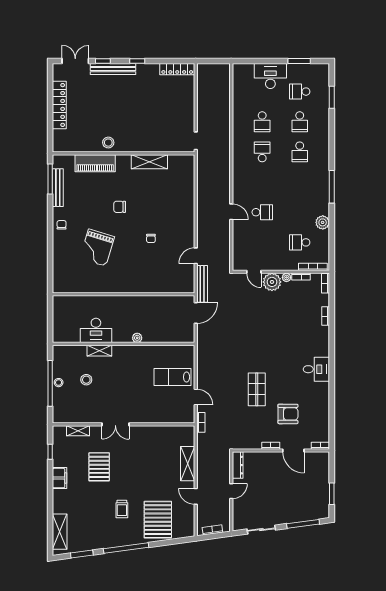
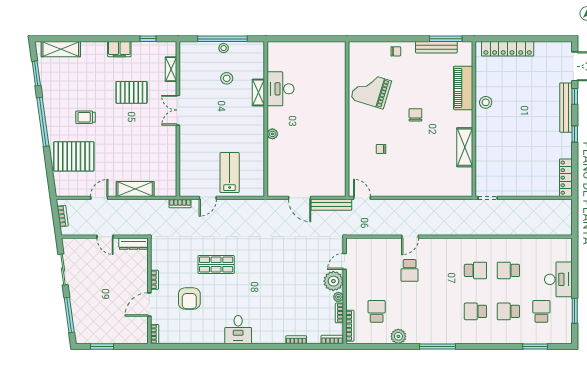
locker: (59, 105) -> (508, 49), moved
wall: (124, 294) -> (347, 119), moved

